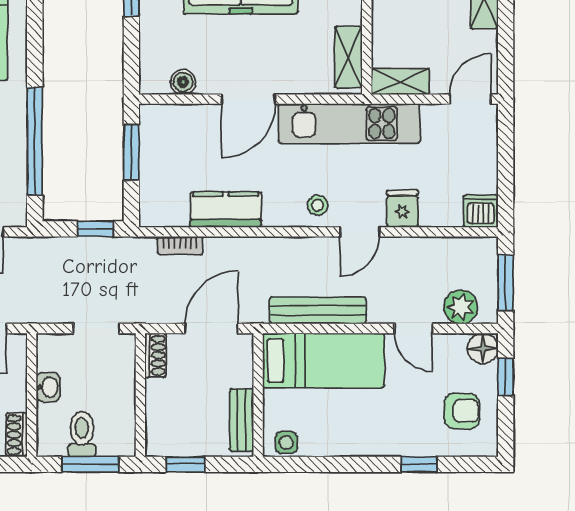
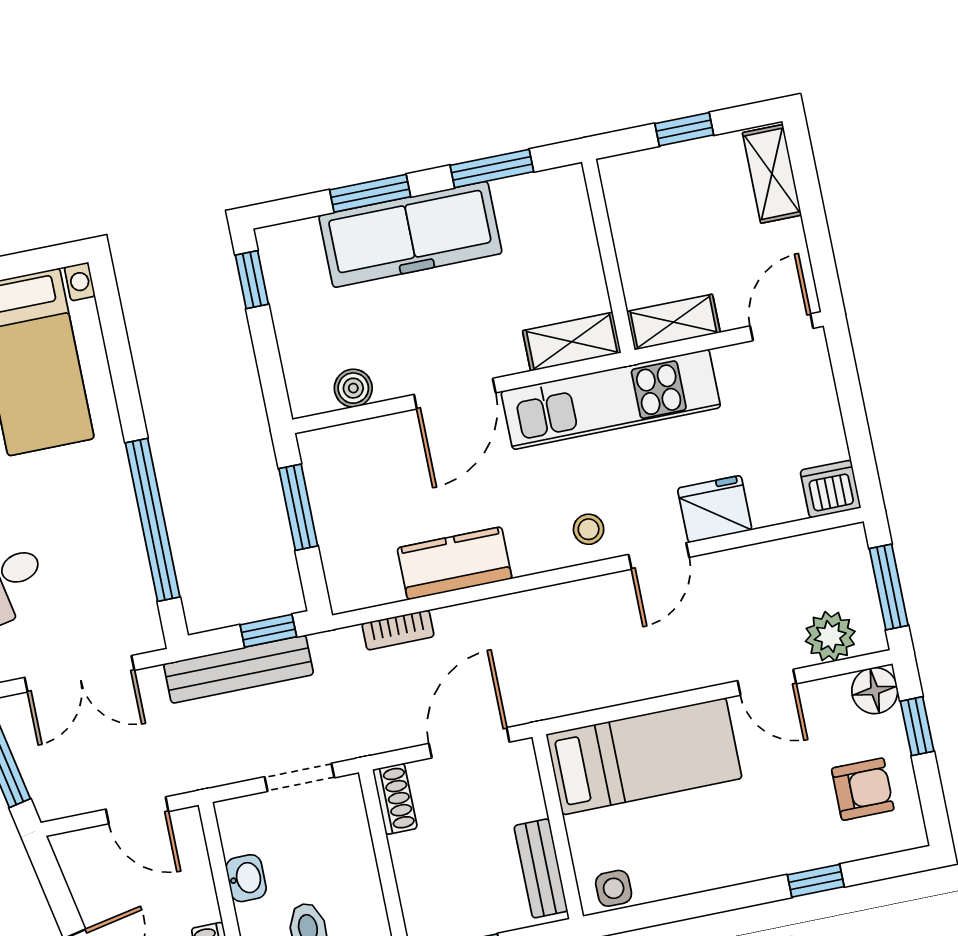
shelving: (348, 57) -> (572, 342), moved, turned 90
fridge: (402, 209) -> (715, 509), width x1.38
bench: (318, 310) -> (239, 669), moved

